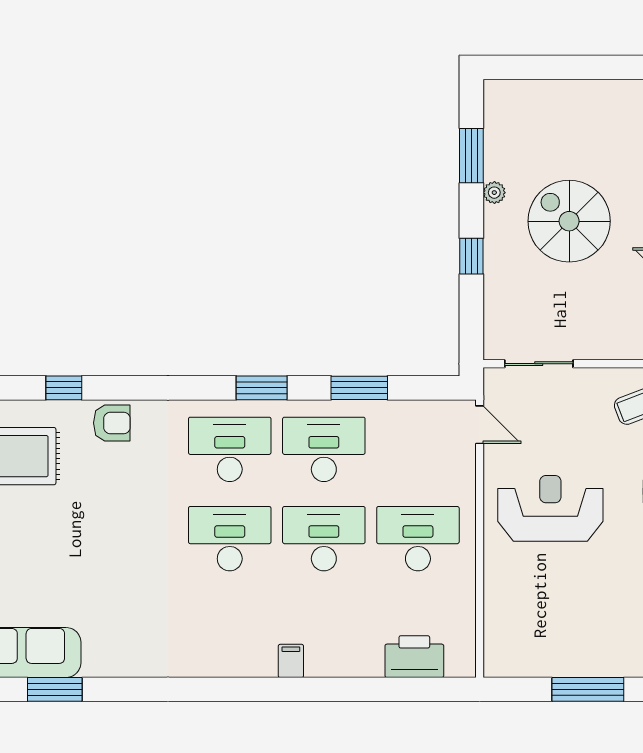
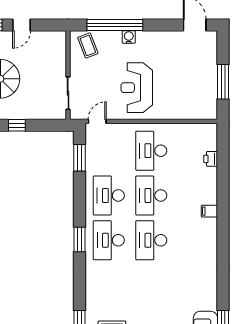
window: (262, 388) -> (79, 240), moved
window: (359, 388) -> (79, 158), moved
armchair: (112, 423) -> (96, 296), removed
printer: (414, 657) -> (211, 159), width x0.53, depth x0.68
window: (588, 689) -> (223, 82), moved

